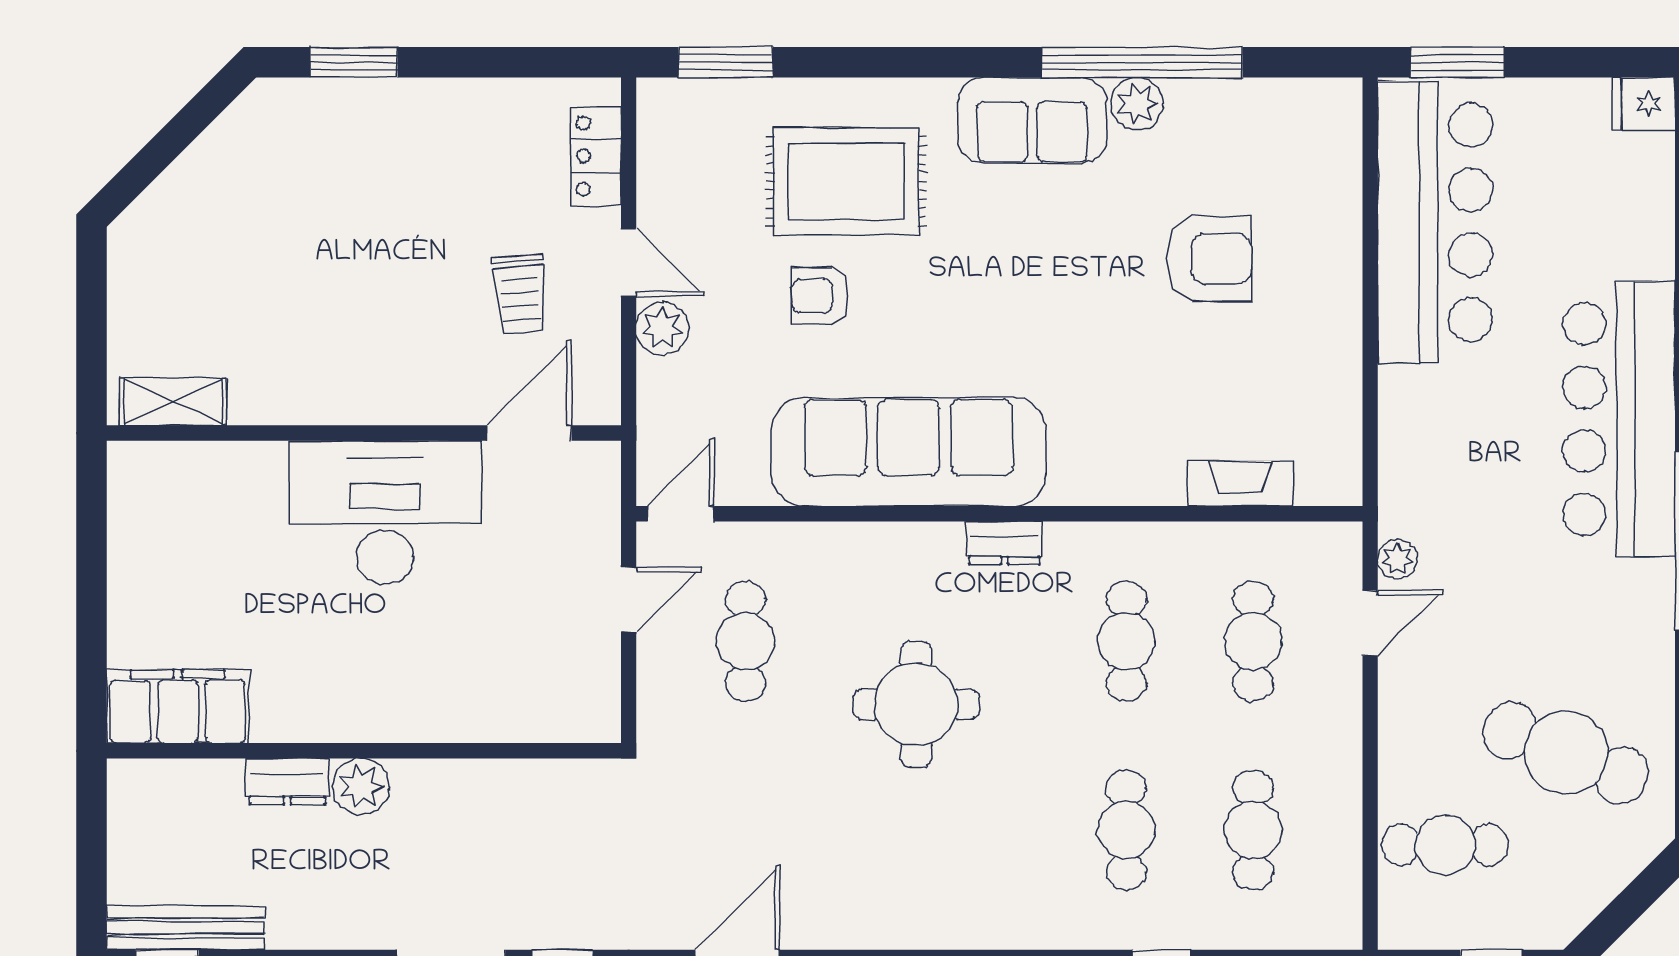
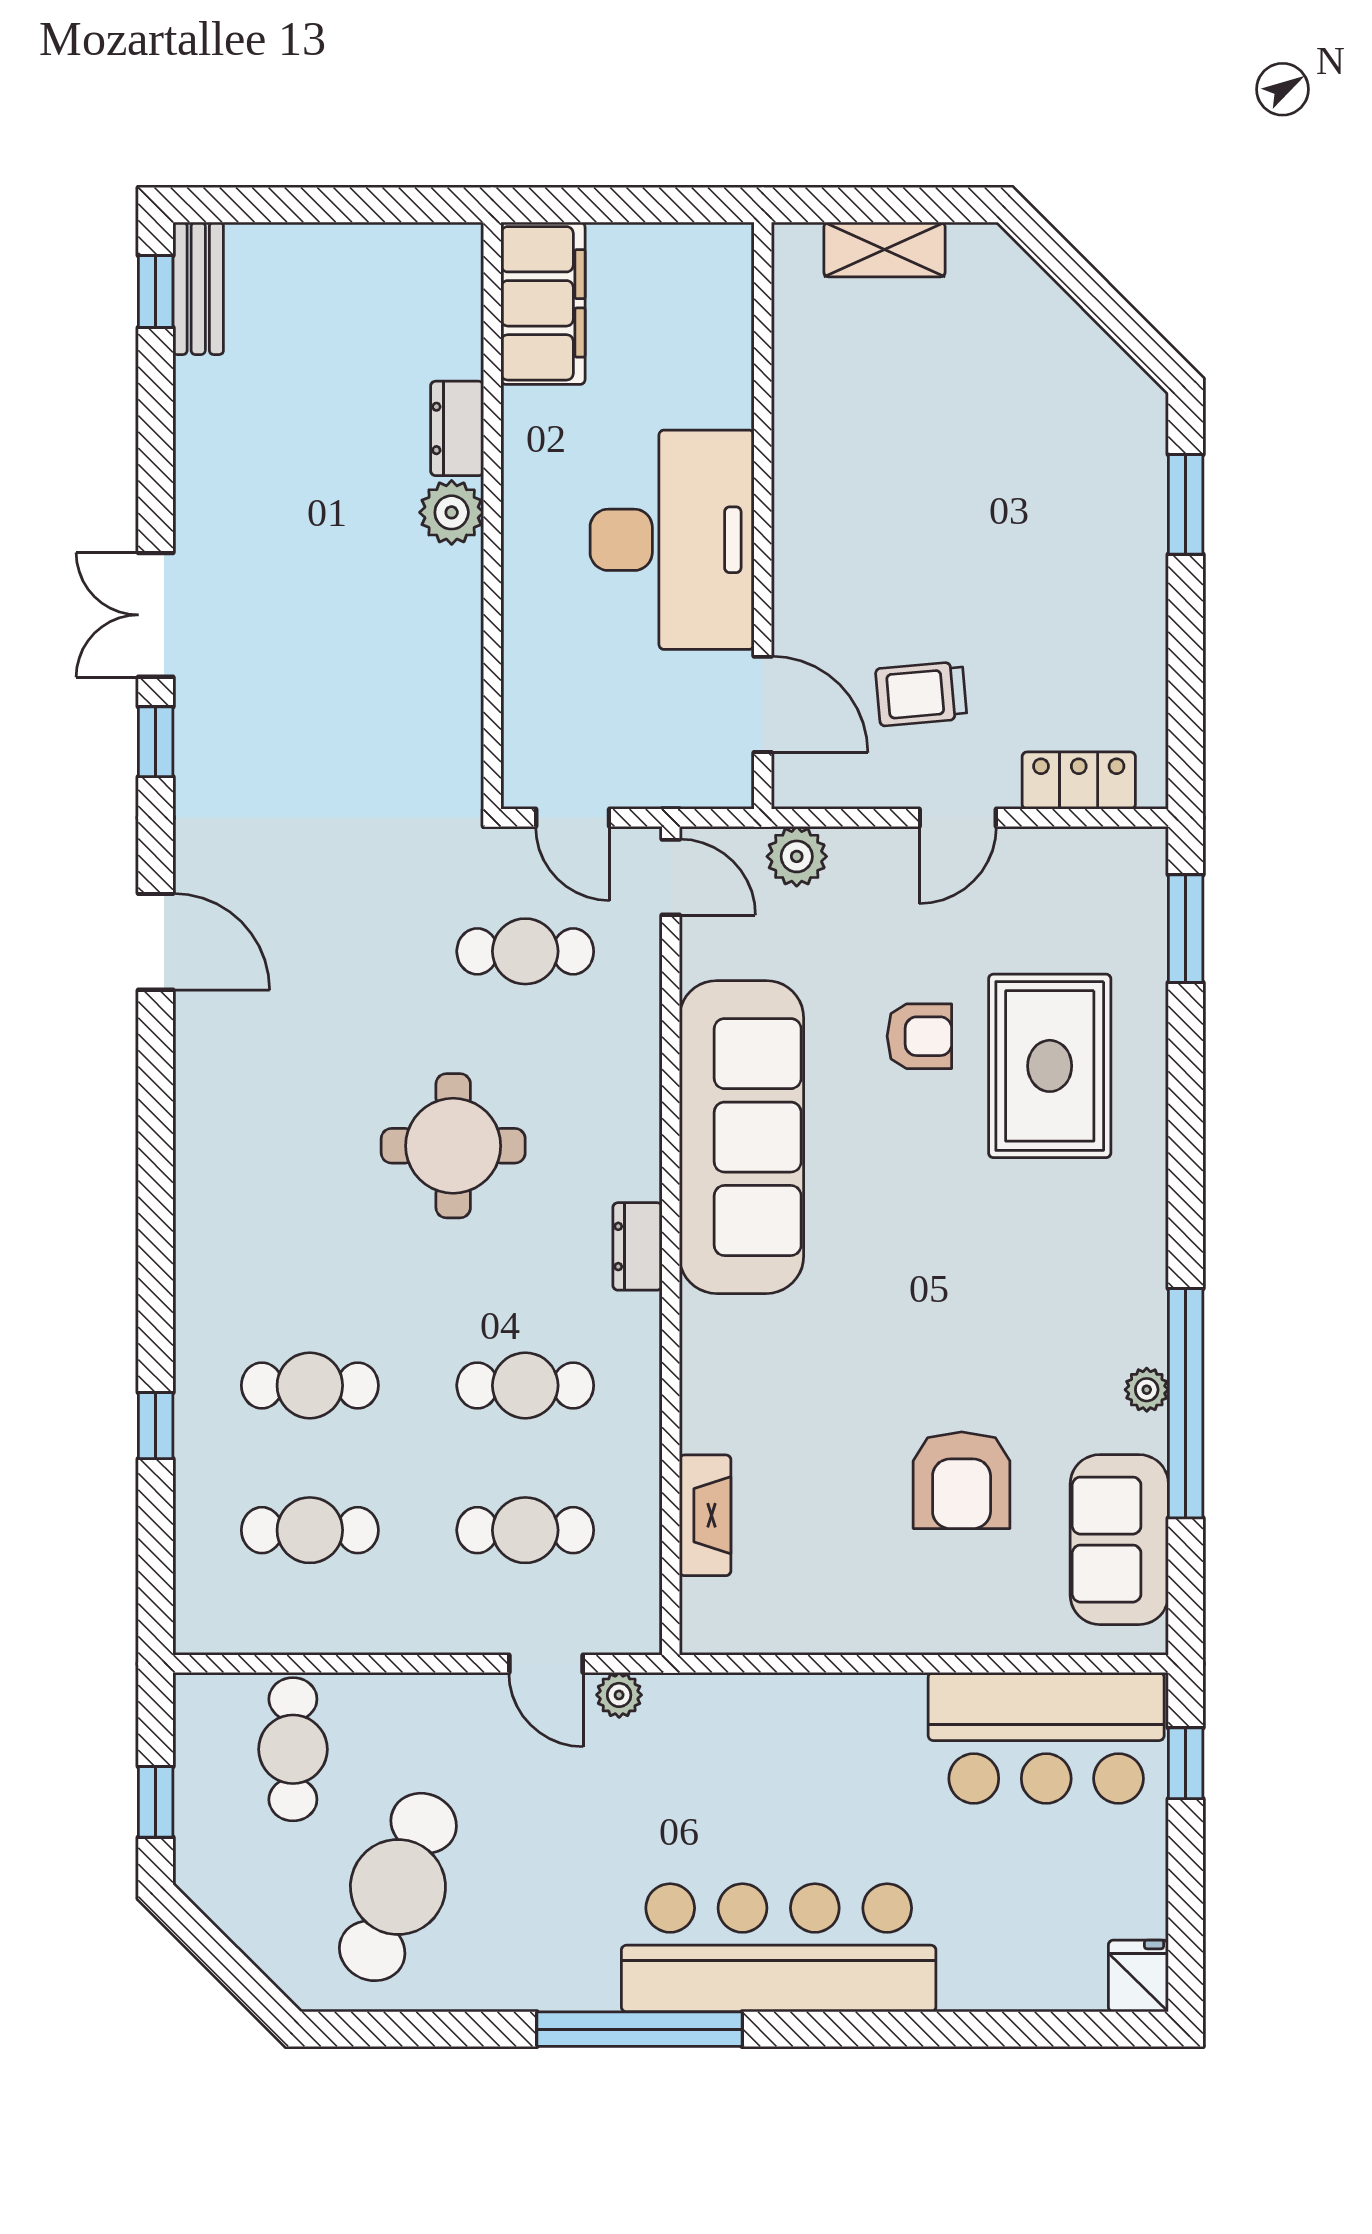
window: (1457, 62) -> (1186, 1763), width x0.67
plant: (1137, 104) -> (1147, 1390), width x0.73, depth x0.73
sofa: (1032, 121) -> (1119, 1540), moved
bar counter: (1435, 222) -> (1046, 1738), width x0.73
armchair: (820, 296) -> (919, 1036), turned 90
plant: (662, 328) -> (797, 856), moved
shelving: (173, 402) -> (884, 250), moved, turned 90
filing cabinet: (178, 706) -> (543, 303), moved
wall: (364, 751) -> (492, 516), moved
dresser: (287, 782) -> (457, 428), moved
plant: (361, 787) -> (452, 512), moved
bench: (186, 928) -> (198, 288), width x0.73

